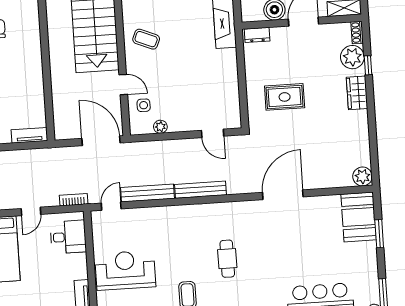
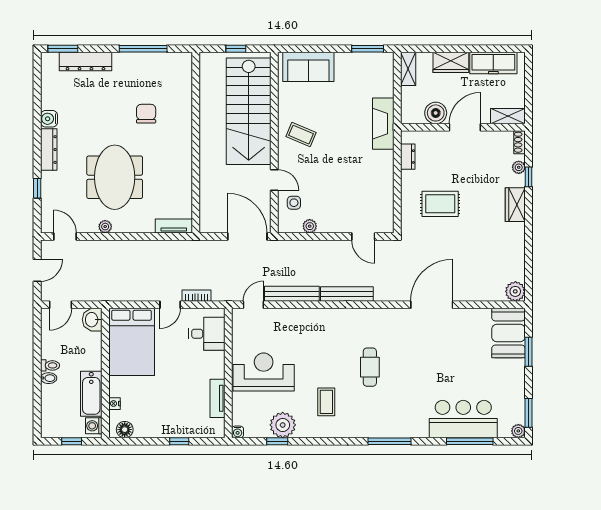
dresser: (257, 35) -> (408, 157), moved, turned -90
plant: (352, 57) -> (519, 167), width x0.53, depth x0.53
bookcase: (74, 200) -> (197, 296), moved

